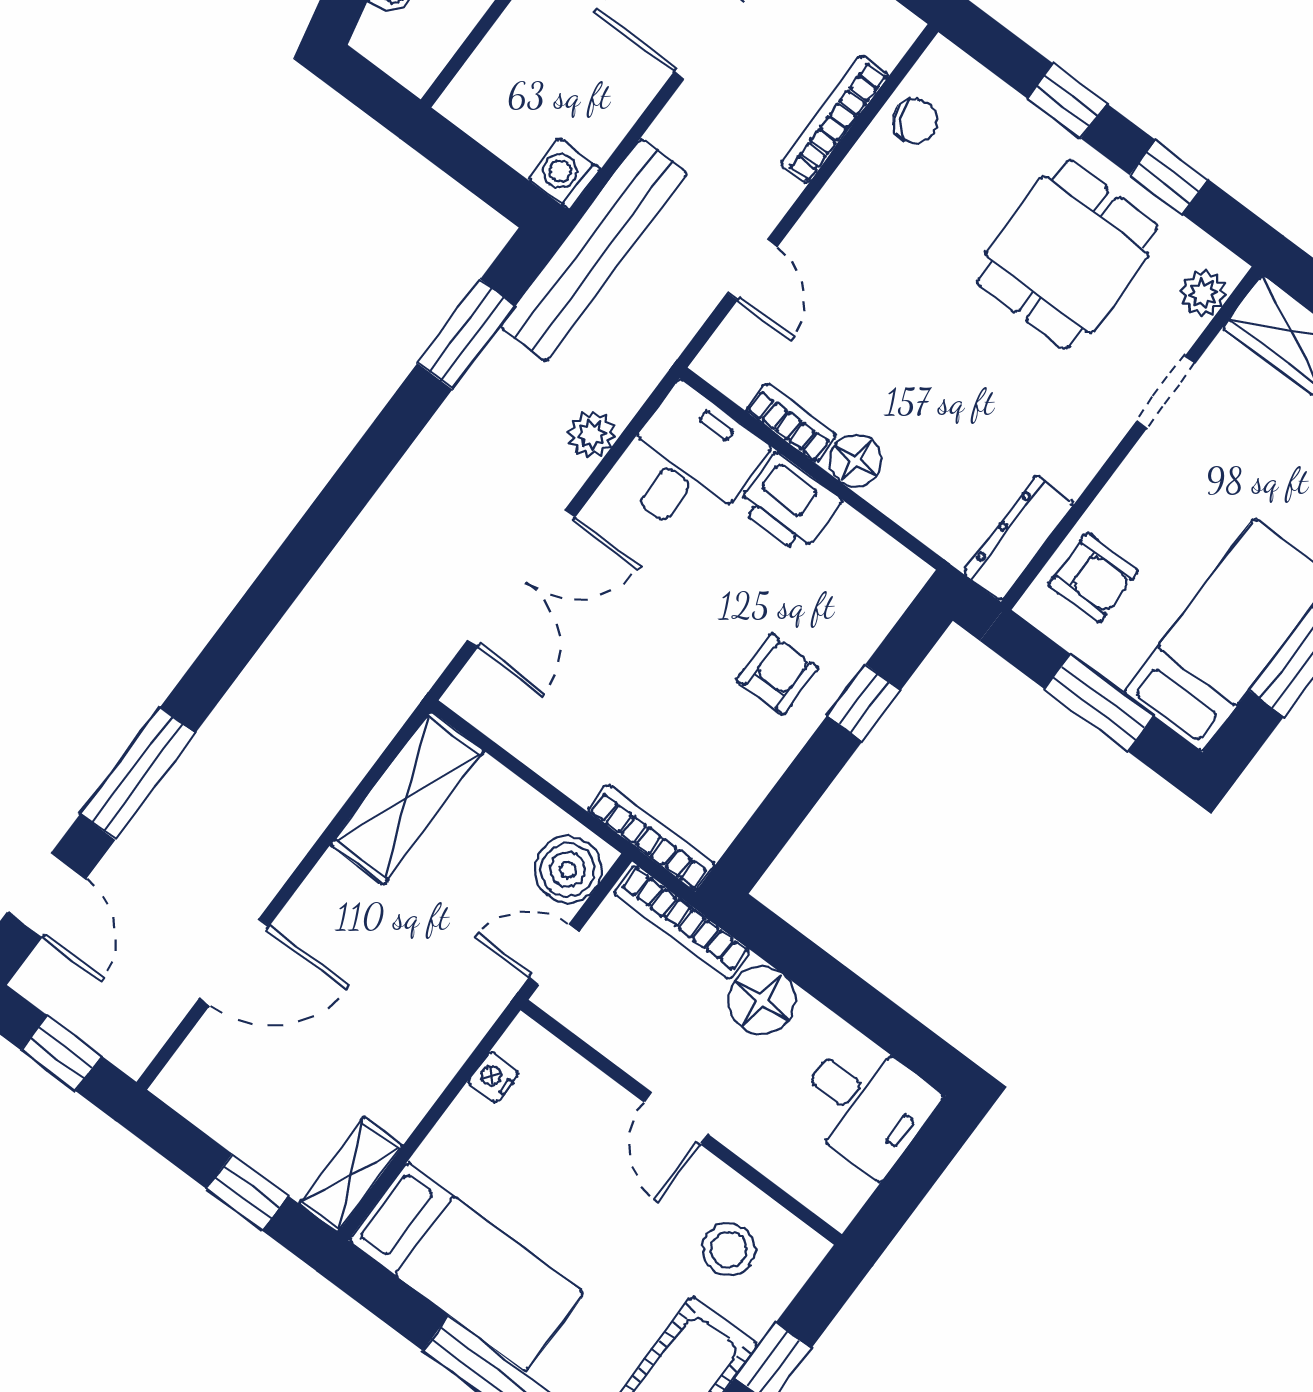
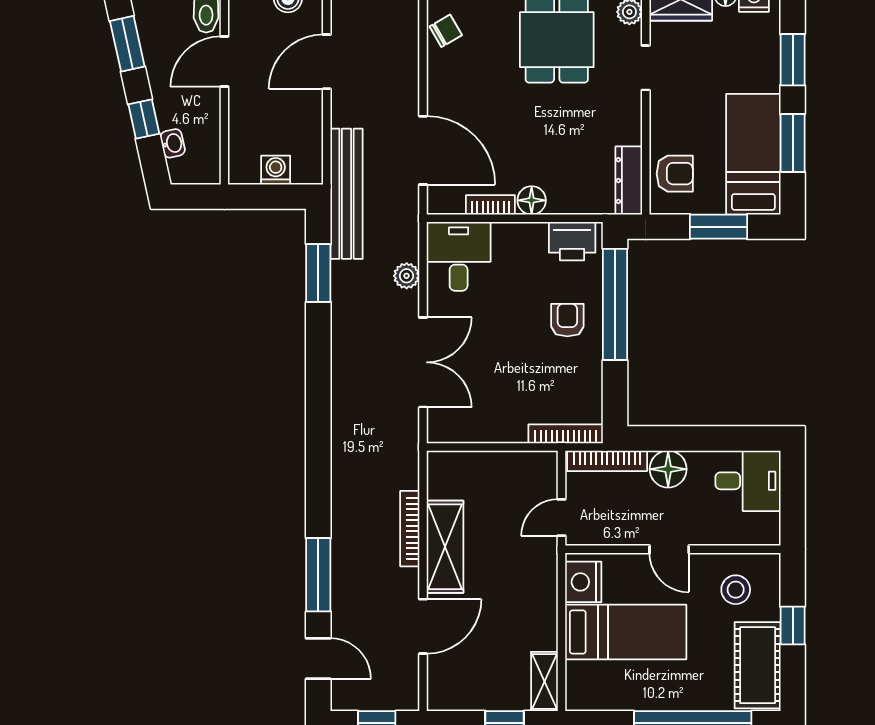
bookcase: (834, 120) -> (410, 529), moved
washing machine: (564, 174) -> (276, 170), moved, turned 90
door: (752, 270) -> (423, 150), width x1.87
printer: (789, 504) -> (572, 241), moved
window: (864, 703) -> (615, 304), width x3.17
shelving: (407, 798) -> (445, 547), moved
boiler: (568, 870) -> (540, 475), removed
nightstand: (493, 1077) -> (583, 582), width x1.89, depth x1.79
bed: (466, 1267) -> (626, 632), moved

